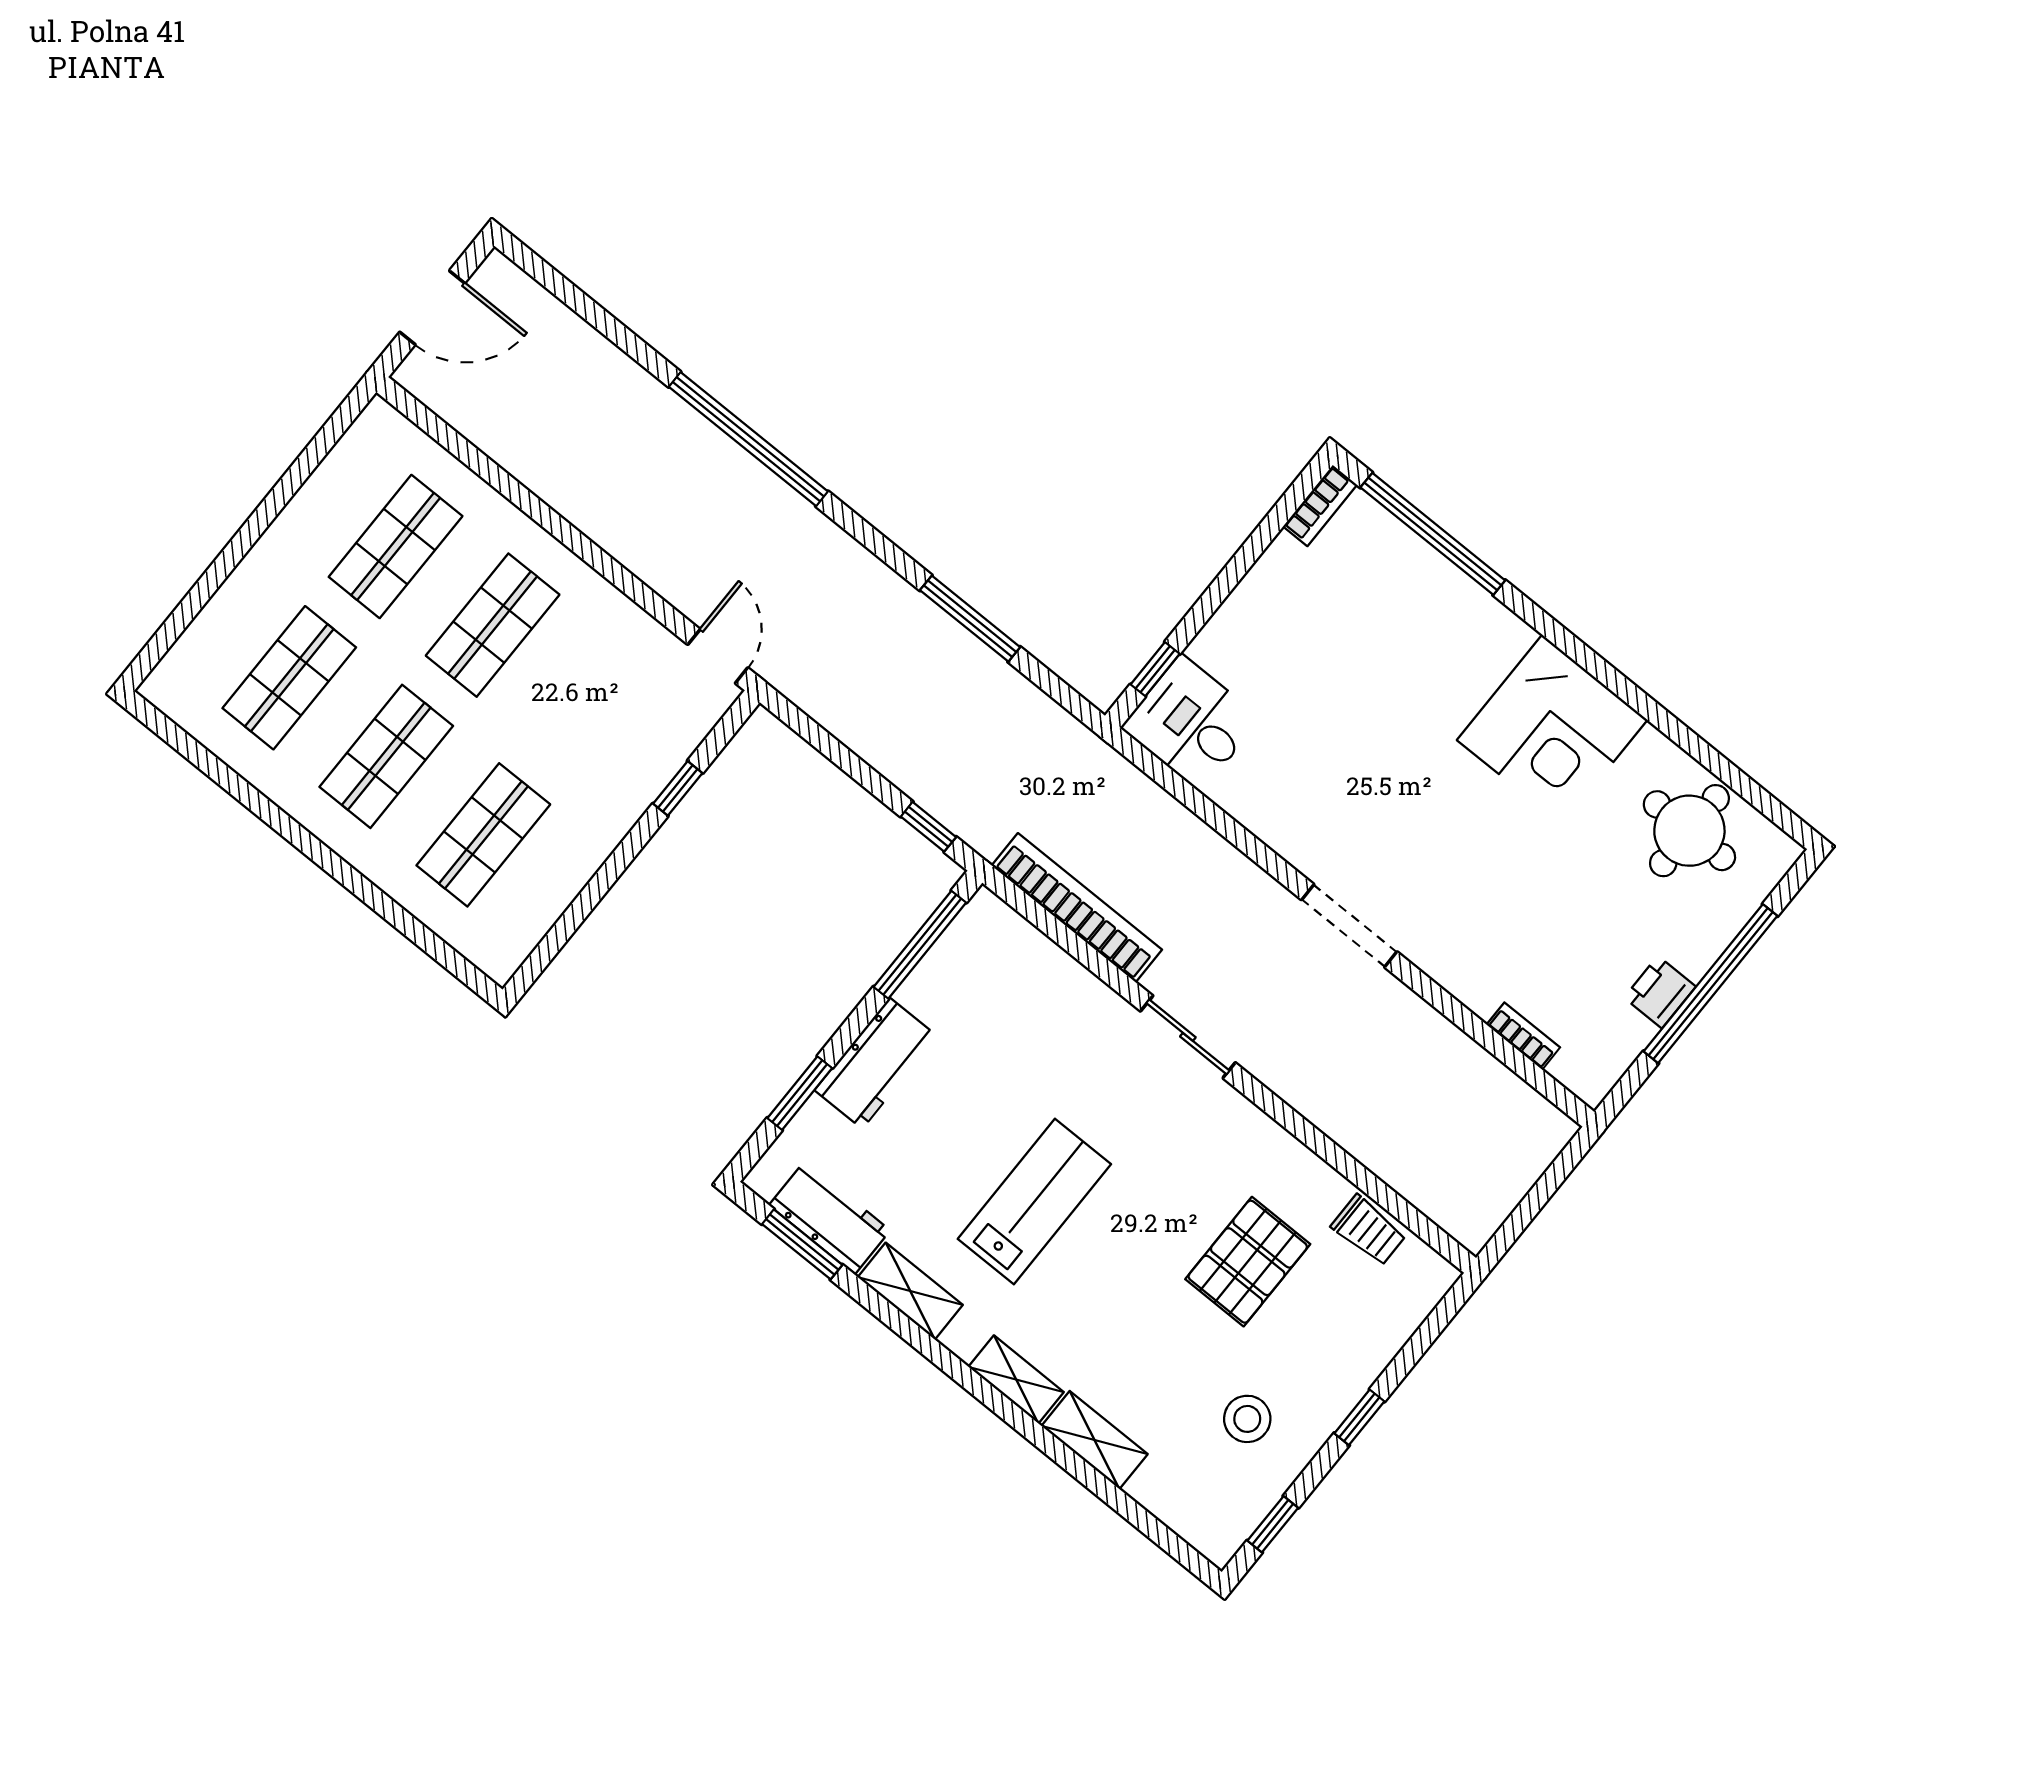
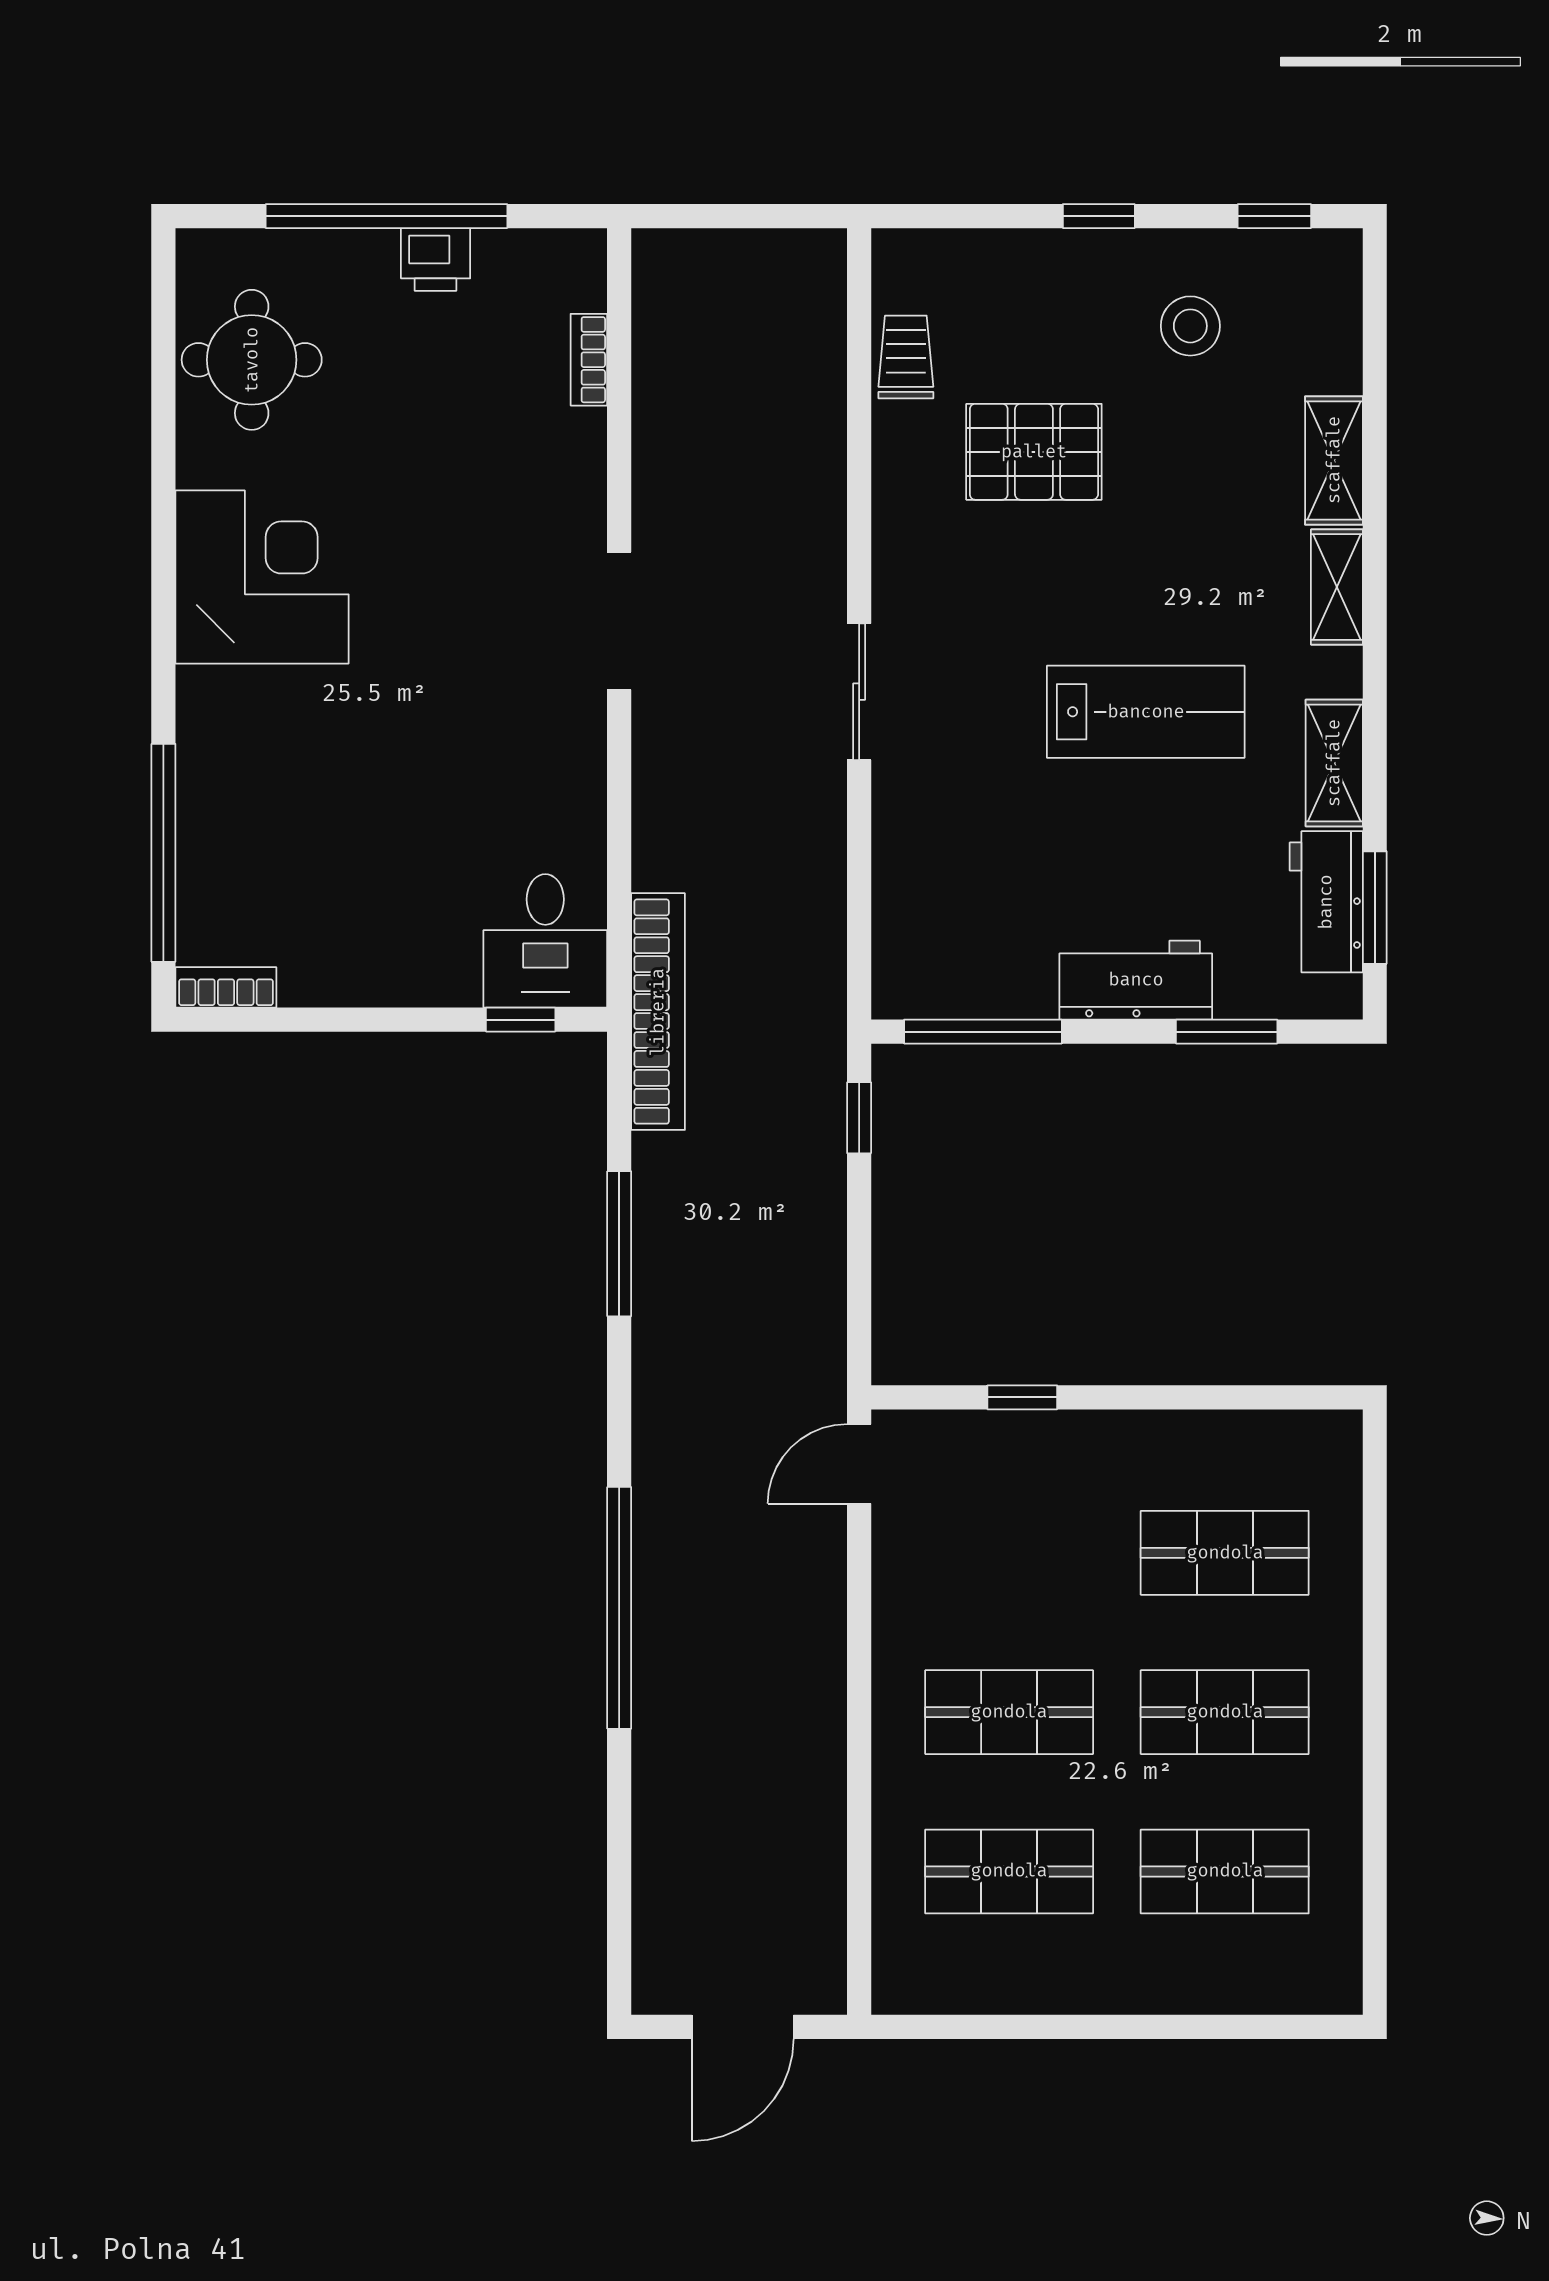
door: (432, 308) -> (743, 2027), swing flipped
bookcase: (1077, 908) -> (658, 1012), moved, turned 180
lab bench: (1034, 1202) -> (1146, 712), turned 180

